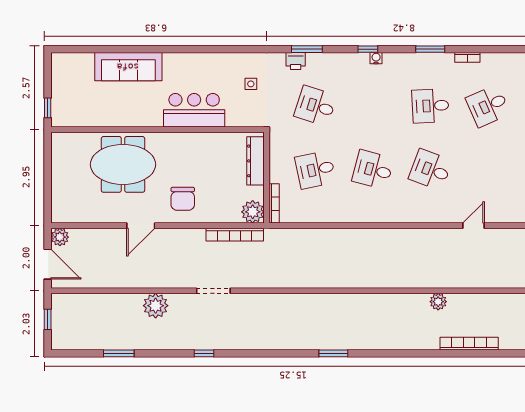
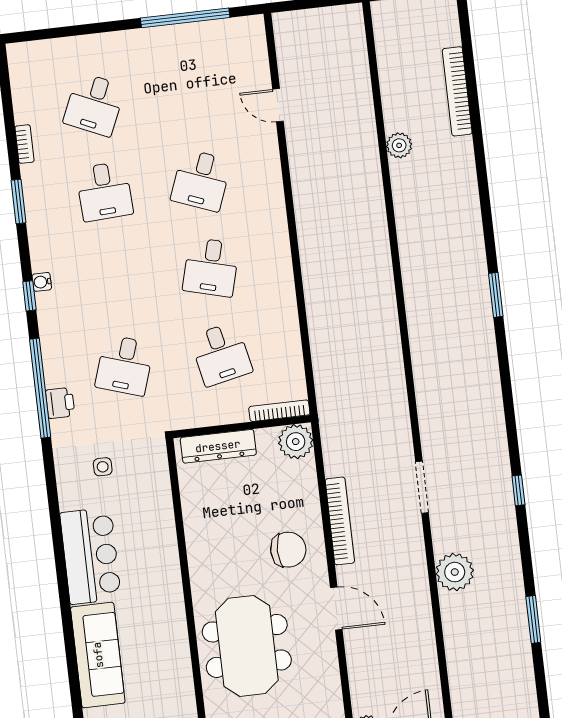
window: (307, 49) -> (40, 388), width x2.11
desk: (488, 106) -> (94, 104), turned 48
bar counter: (194, 110) -> (90, 556), moved, turned 180
bookcase: (235, 235) -> (340, 521), moved

